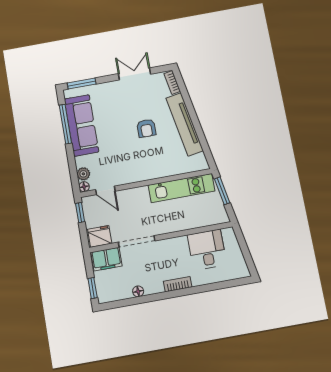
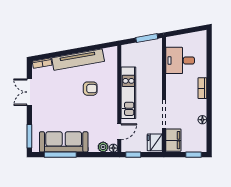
armchair: (146, 128) -> (90, 89), moved
kitchen unit: (181, 188) -> (128, 93), moved
window: (222, 191) -> (147, 38), moved

